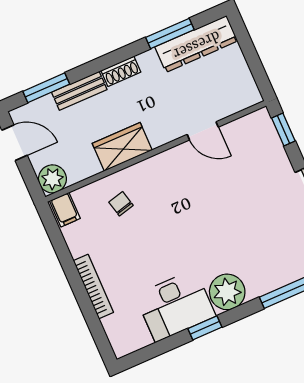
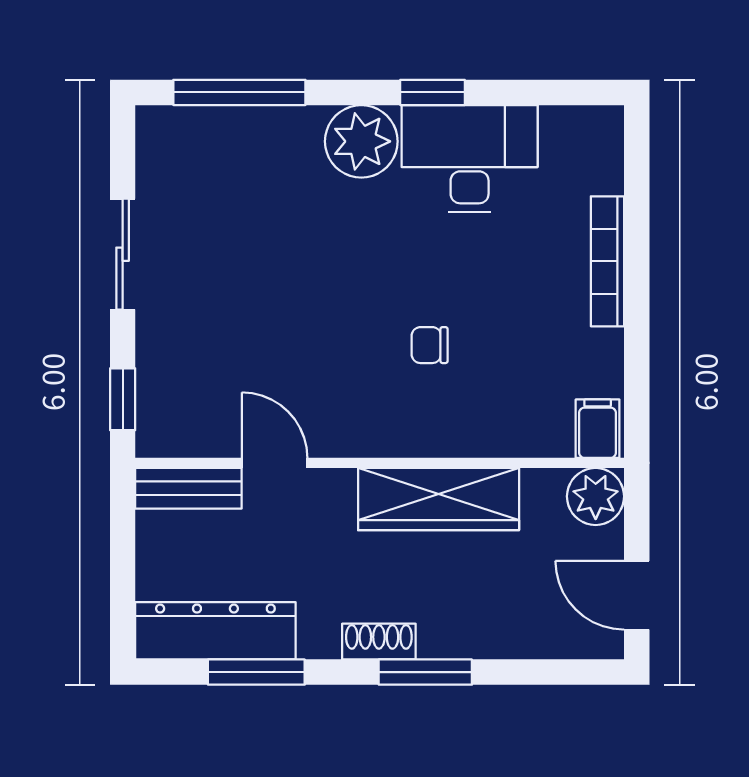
window: (46, 88) -> (425, 672), moved
bench: (79, 91) -> (188, 488), moved
wardrobe: (122, 147) -> (439, 499), width x1.50
chair: (121, 204) -> (430, 345), moved, turned 104

